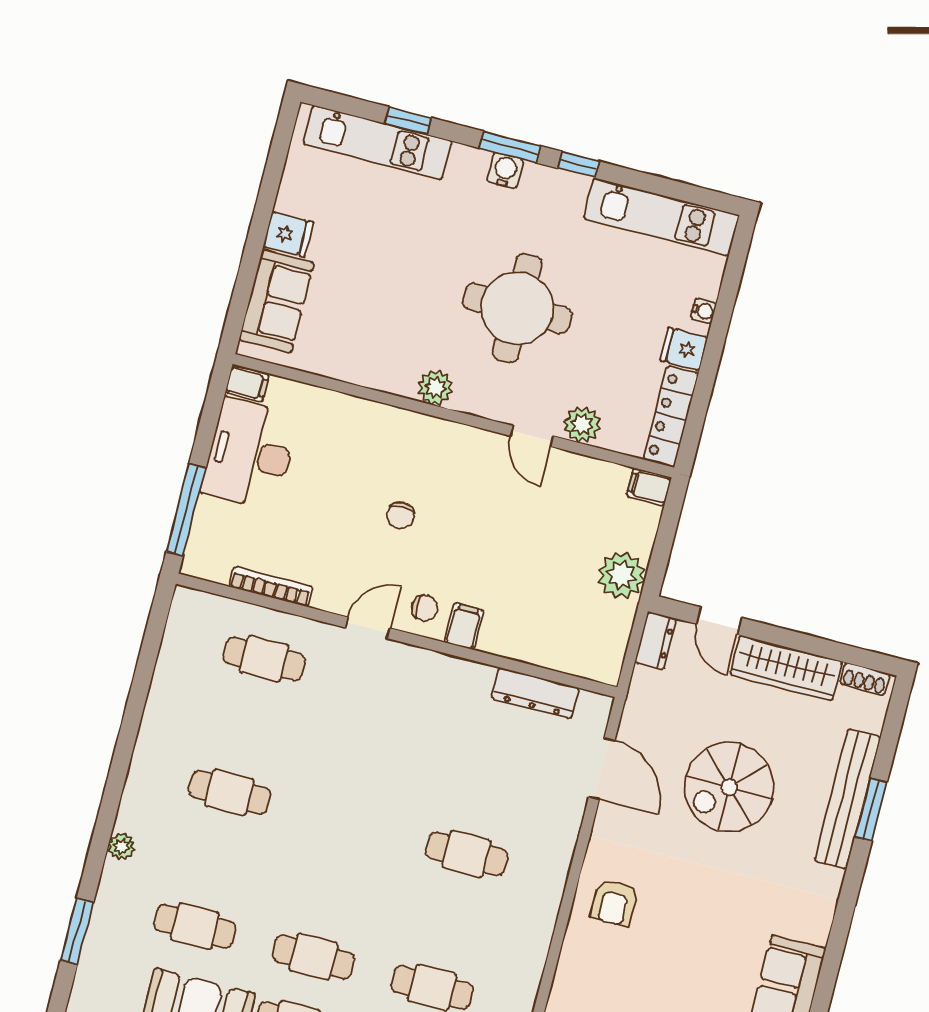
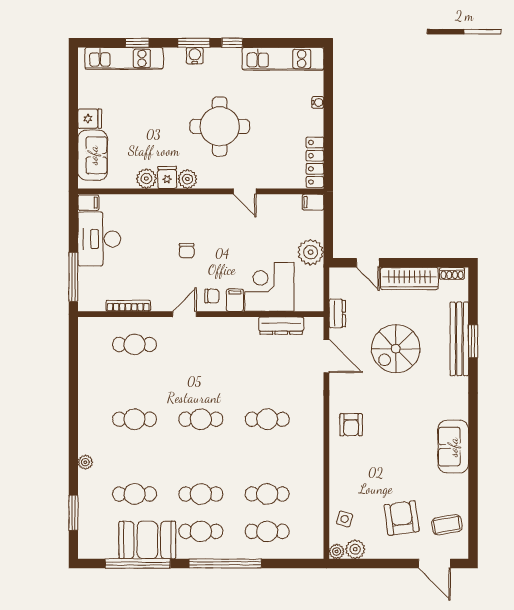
fridge: (684, 349) -> (167, 177), moved, turned 90
plant: (582, 425) -> (146, 179), moved
corner desk: (532, 618) -> (269, 287), added
dresser: (656, 641) -> (337, 313), moved
cafe table: (348, 823) -> (201, 419), added

